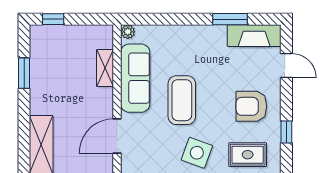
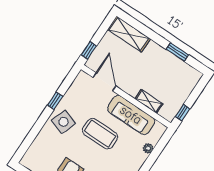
window: (53, 19) -> (183, 113), moved
plant: (128, 32) -> (148, 148), moved
rug: (248, 155) -> (42, 151), removed

